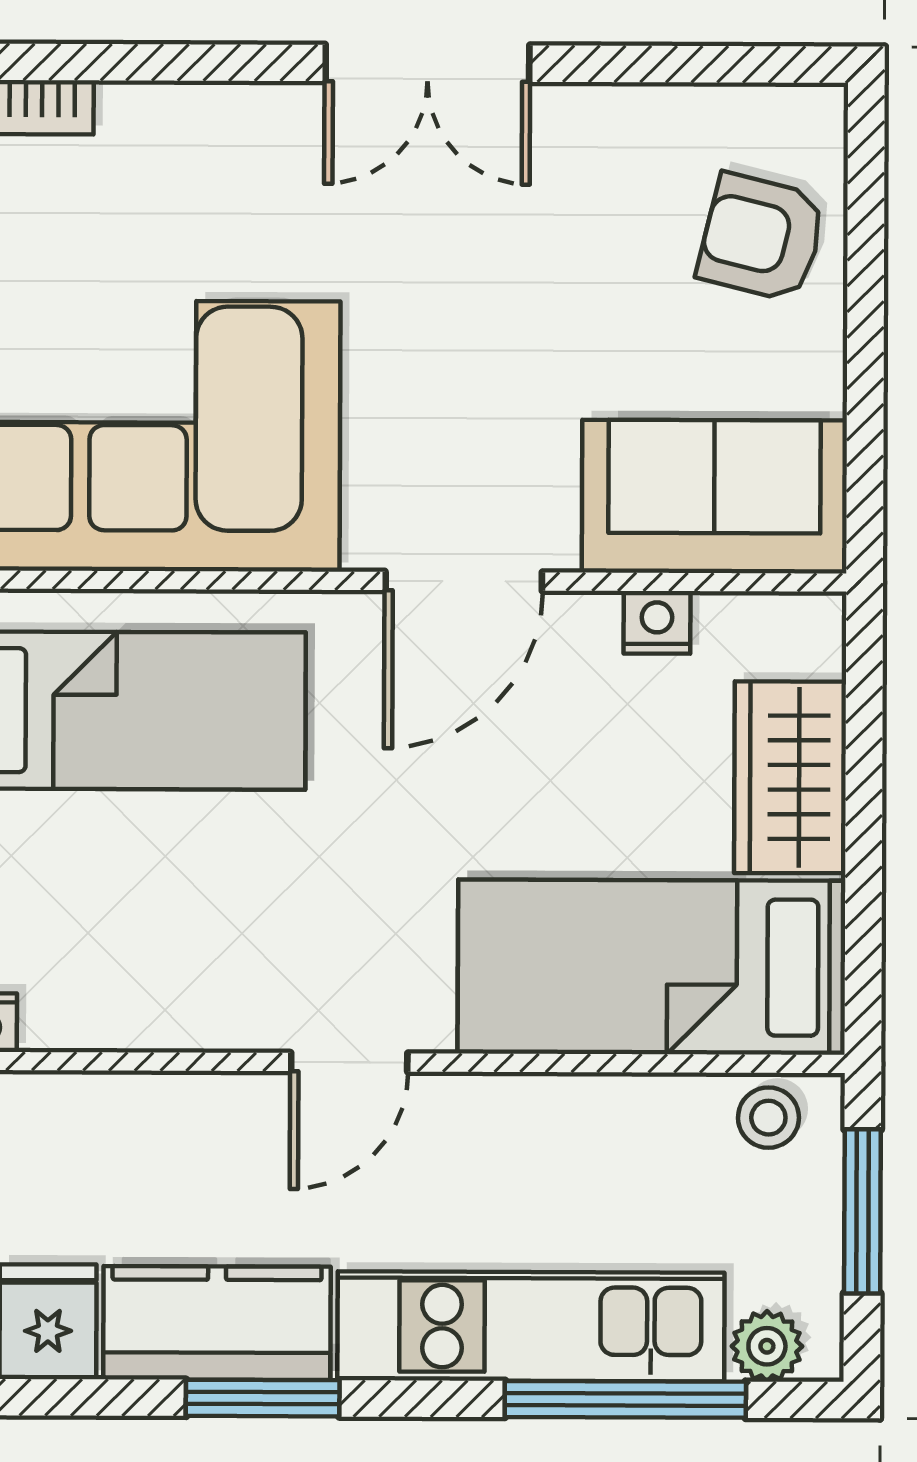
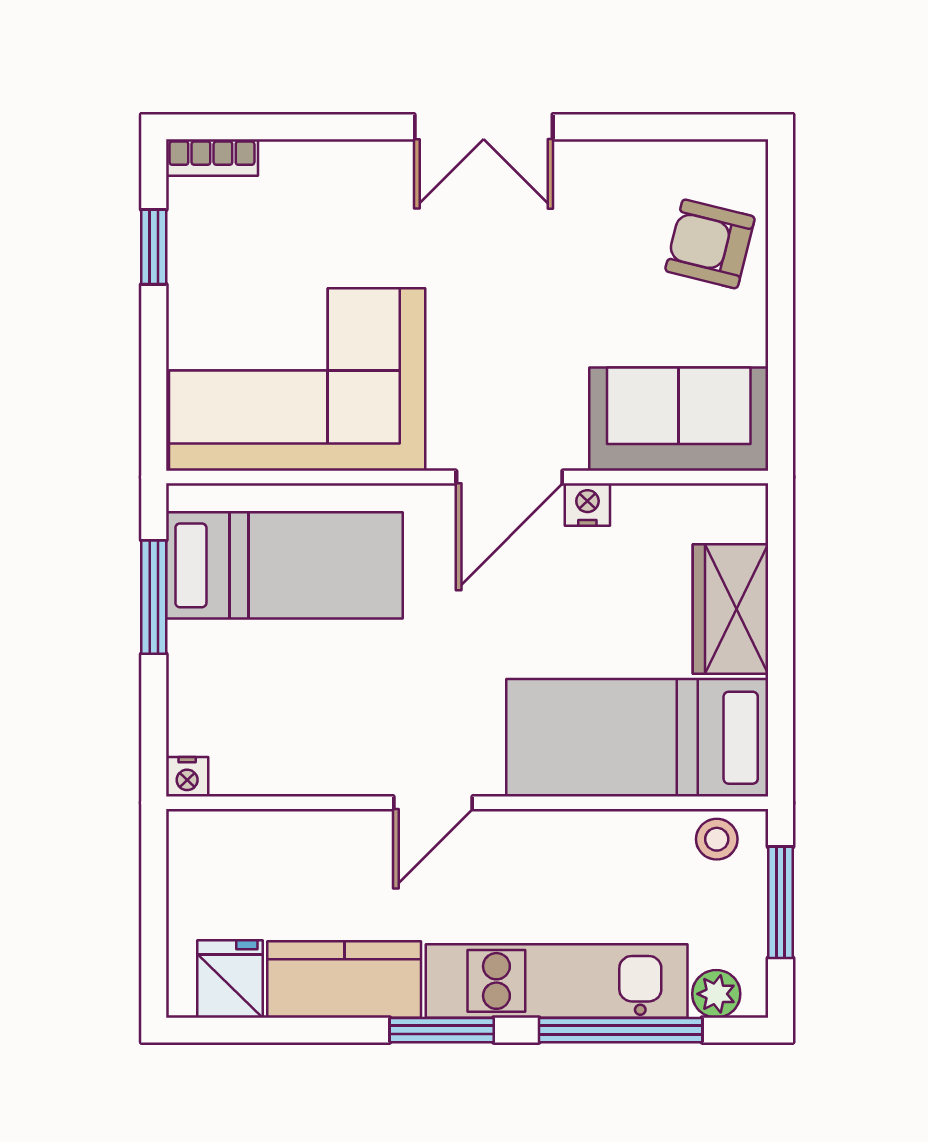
nightstand: (657, 622) -> (587, 504), moved
window: (263, 1398) -> (442, 1030), moved

